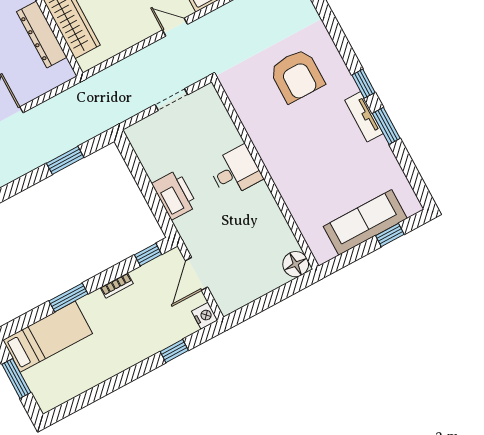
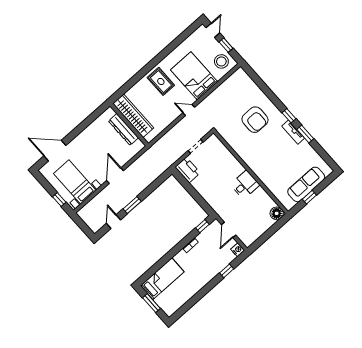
window: (65, 160) -> (132, 205), moved
desk: (235, 171) -> (245, 185), moved
printer: (175, 195) -> (188, 170), moved
window: (390, 235) -> (309, 197), moved
window: (68, 297) -> (168, 257), removed

